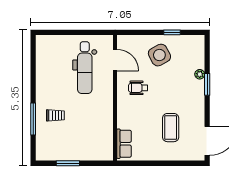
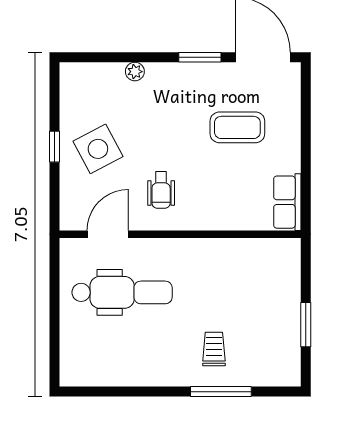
window: (172, 32) -> (55, 147), moved
window: (207, 84) -> (200, 57), moved
row of seats: (124, 144) -> (287, 202), moved, turned -90

